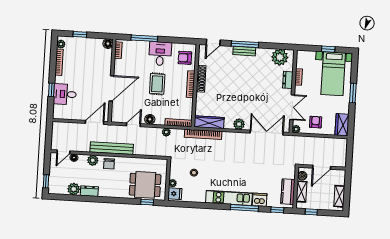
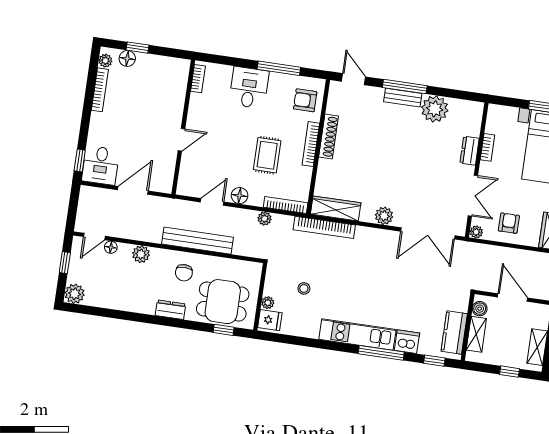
window: (144, 38) -> (279, 68), moved
door: (213, 42) -> (353, 79), swing flipped
floor lamp: (108, 44) -> (127, 59), moved
desk: (160, 54) -> (249, 88), moved
plant: (280, 57) -> (435, 109), moved
rug: (157, 84) -> (267, 155), moved
door: (111, 88) -> (181, 140), width x0.53
window: (51, 90) -> (80, 161), moved
desk: (65, 94) -> (101, 165), moved, turned -90
door: (95, 122) -> (133, 190), moved
double door: (267, 133) -> (428, 233), swing flipped
bench: (112, 148) -> (198, 241), moved
chair: (109, 164) -> (184, 273), moved
door: (322, 167) -> (513, 297), swing flipped
window: (46, 181) -> (65, 263), moved
plant: (74, 189) -> (75, 294), moved
dresser: (89, 191) -> (171, 310), moved
window: (311, 212) -> (510, 372), moved

